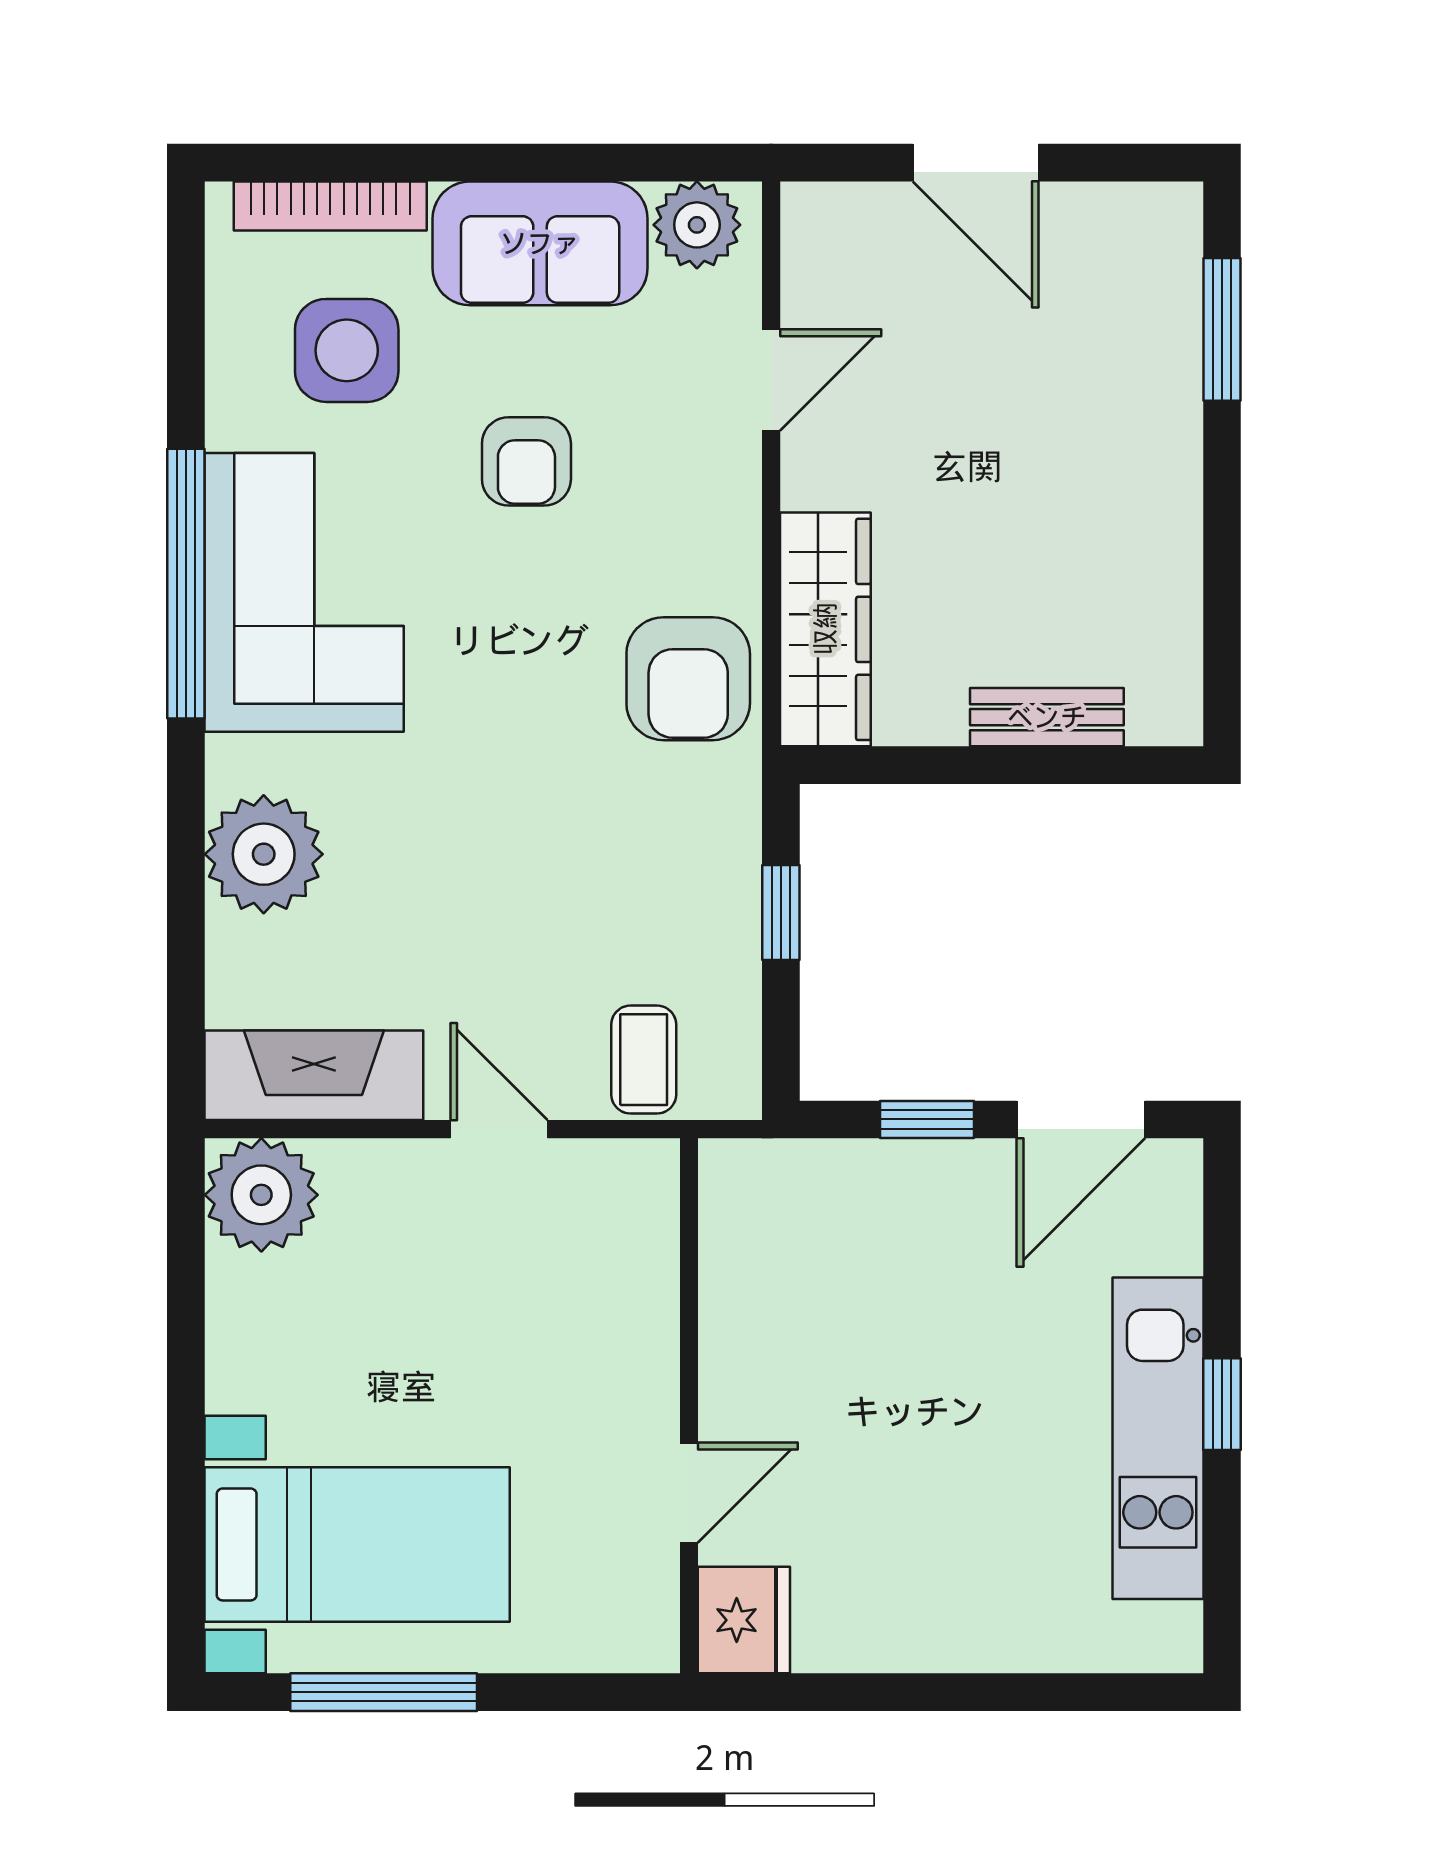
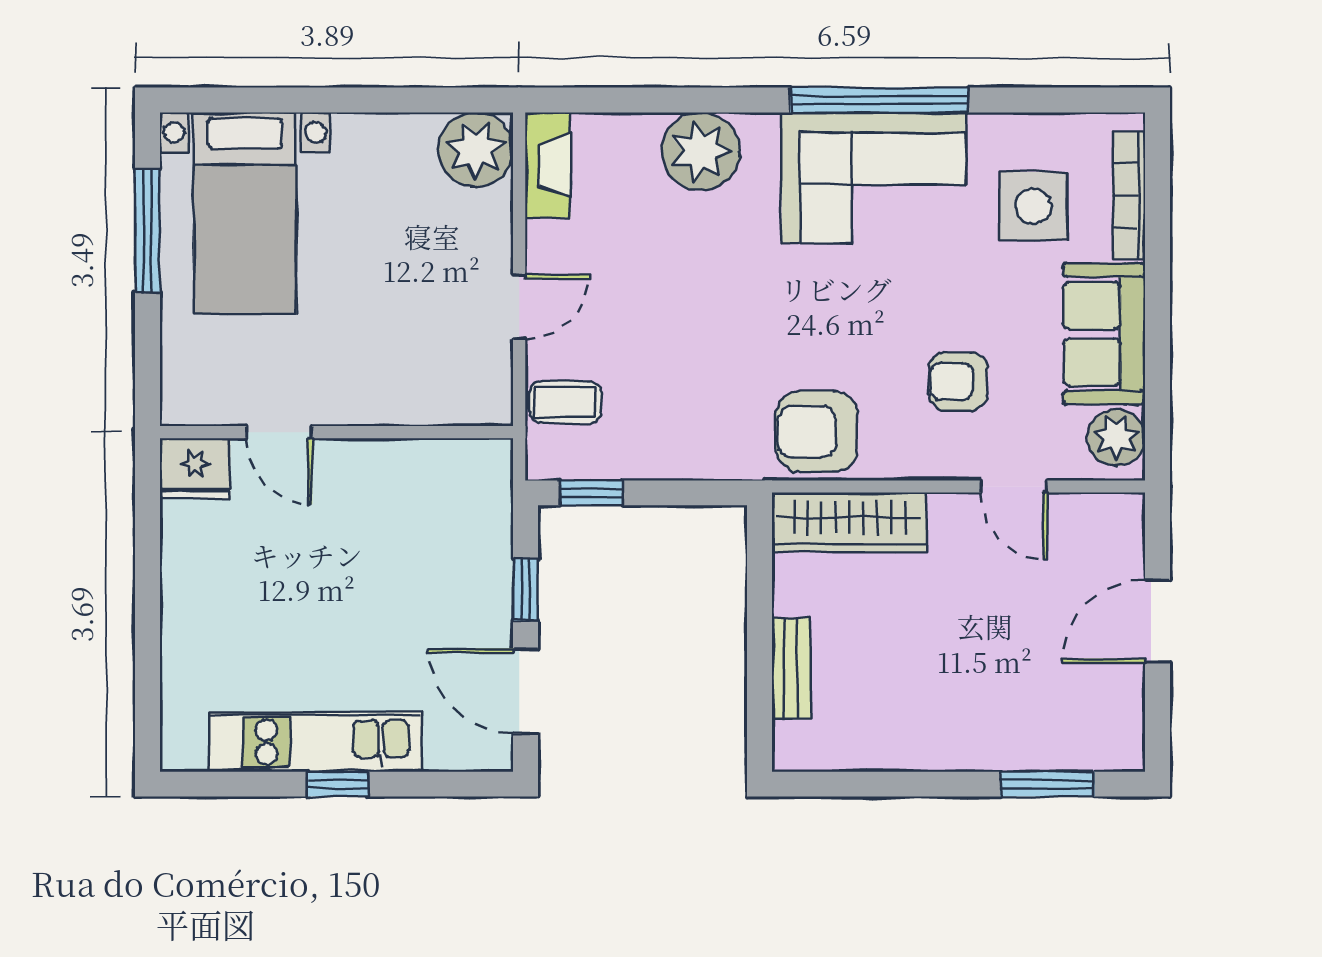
armchair: (526, 461) -> (959, 382), moved
window: (781, 912) -> (591, 493), moved
fireplace: (314, 1075) -> (548, 165), width x0.73, depth x0.76

